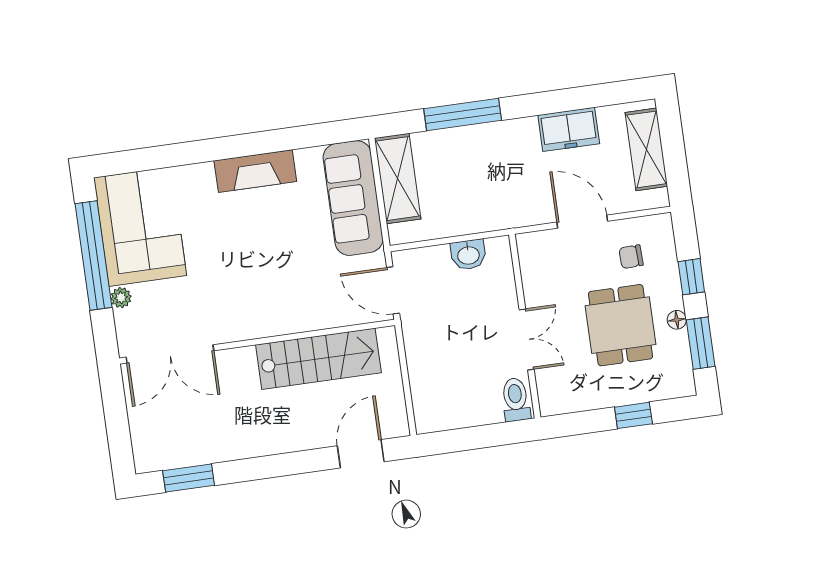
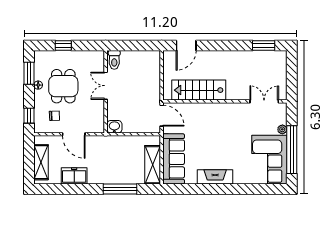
washbasin: (468, 255) -> (114, 127), moved
window: (691, 277) -> (29, 116), moved
double door: (170, 354) -> (264, 101), width x0.73

